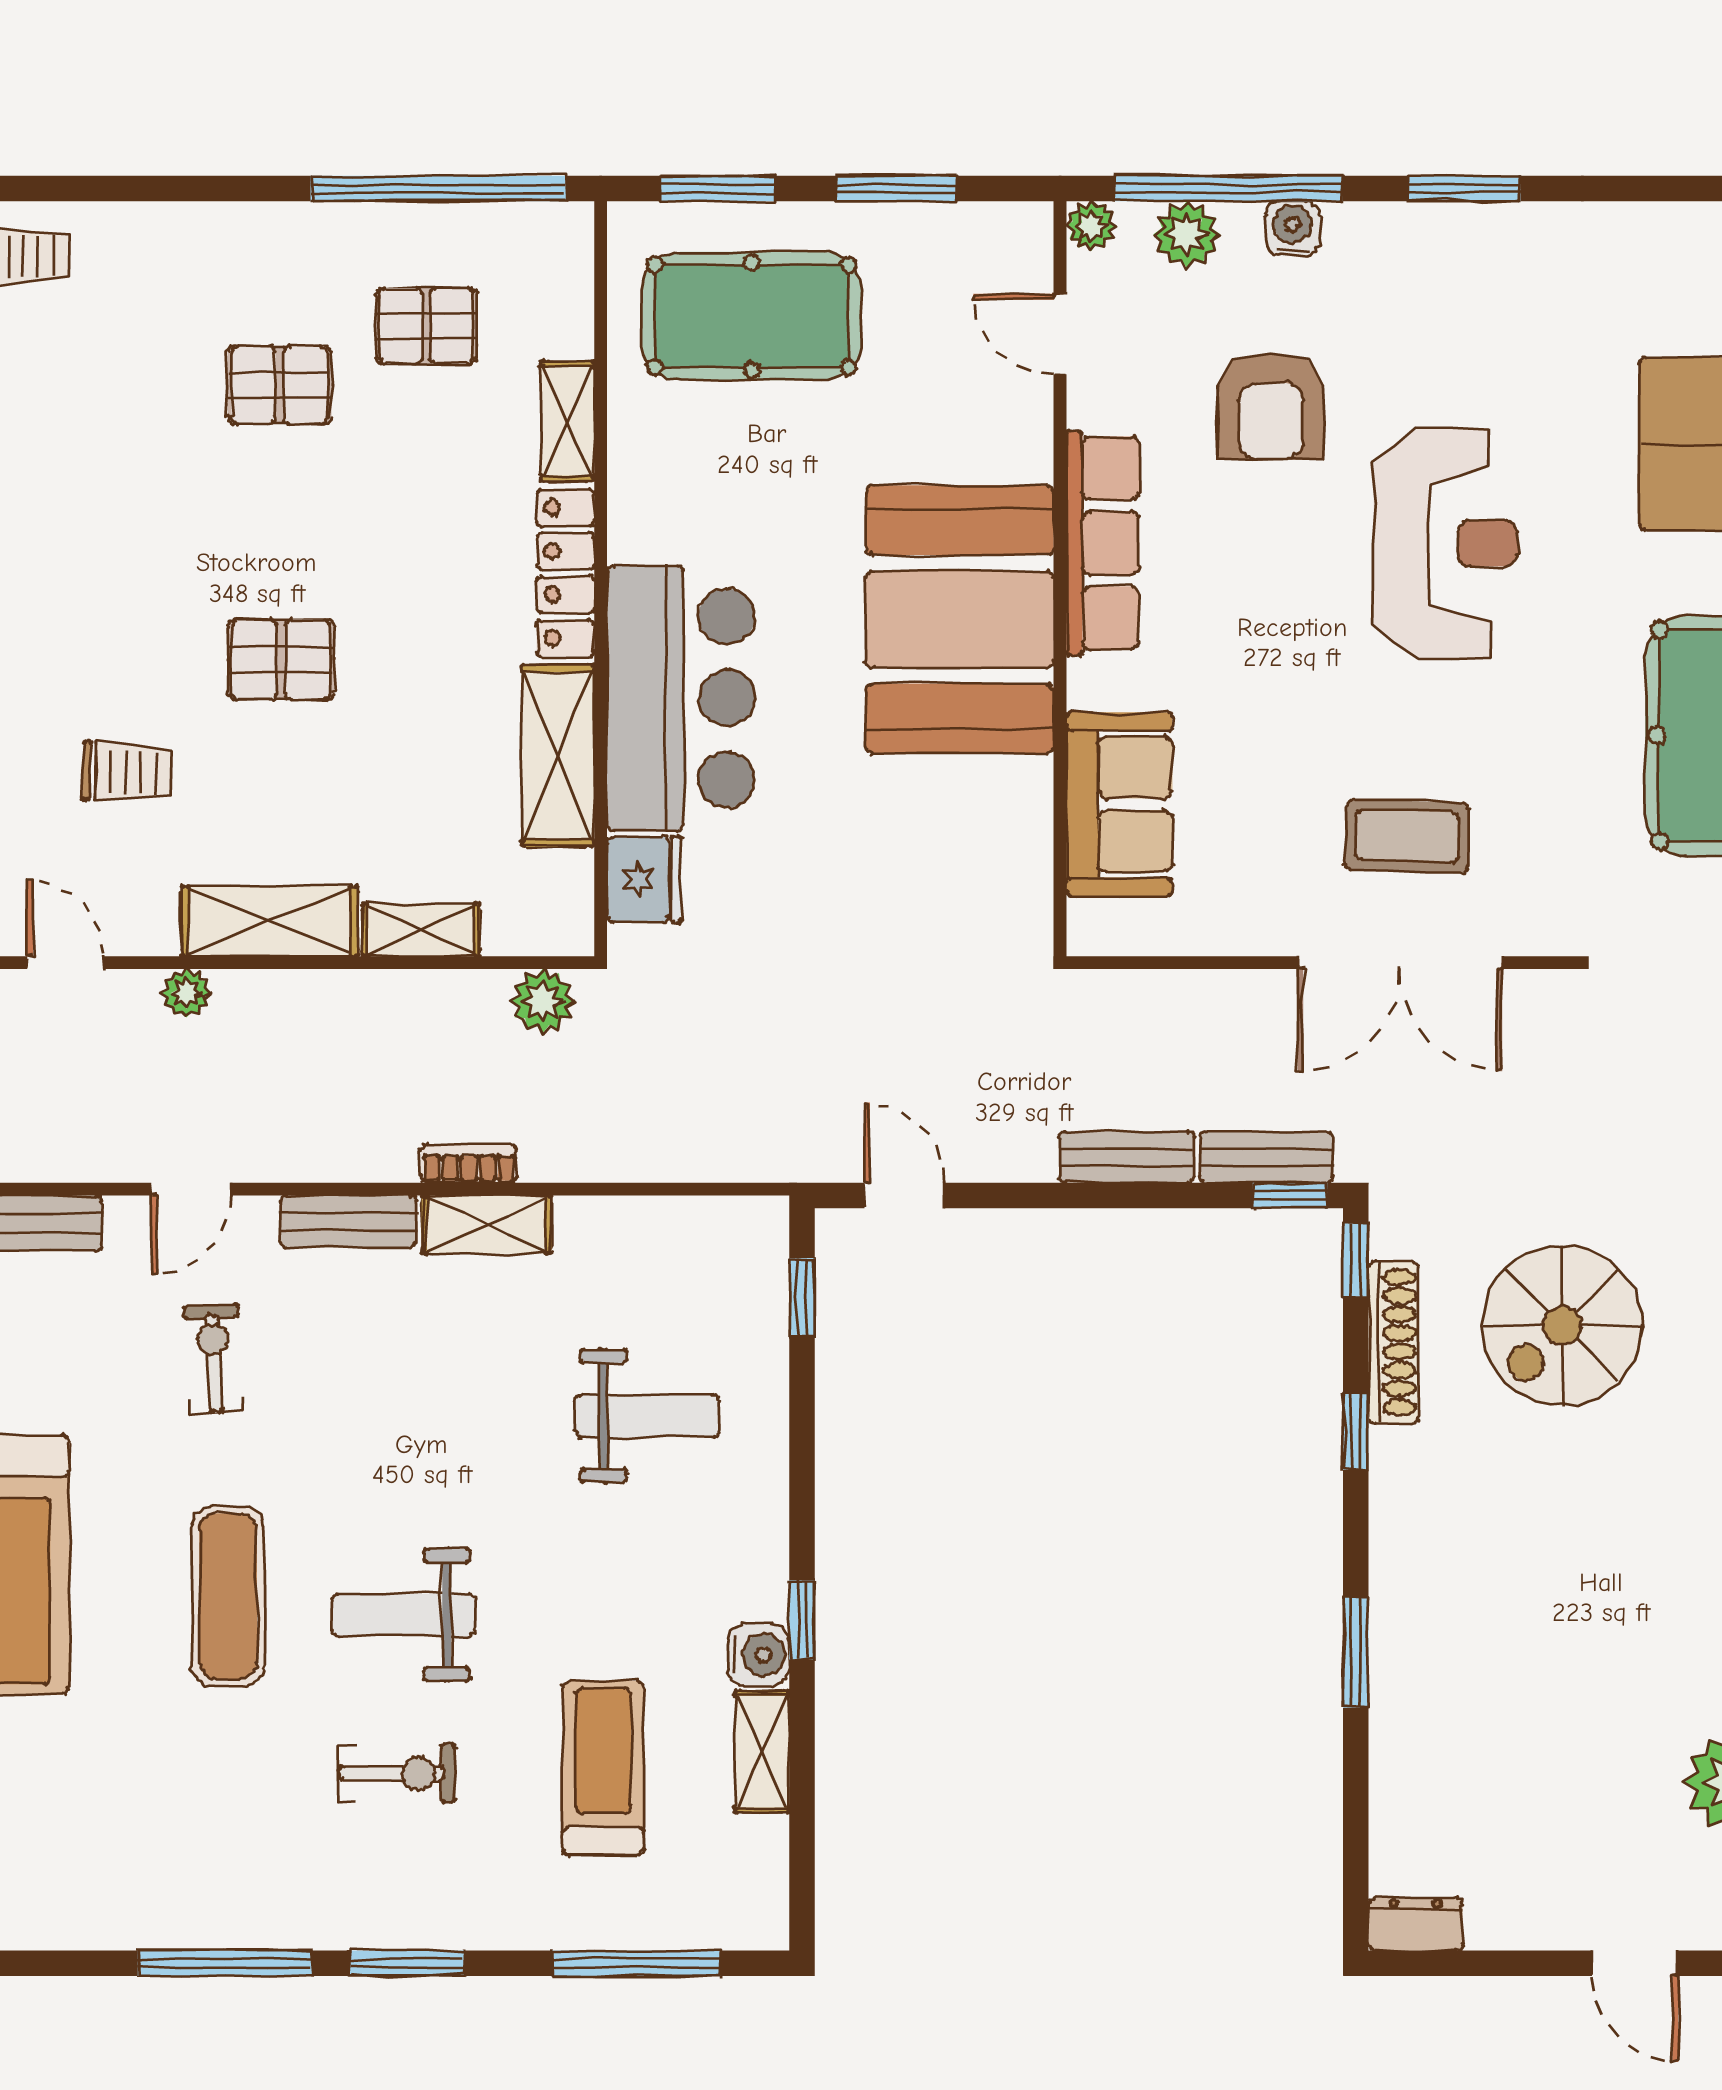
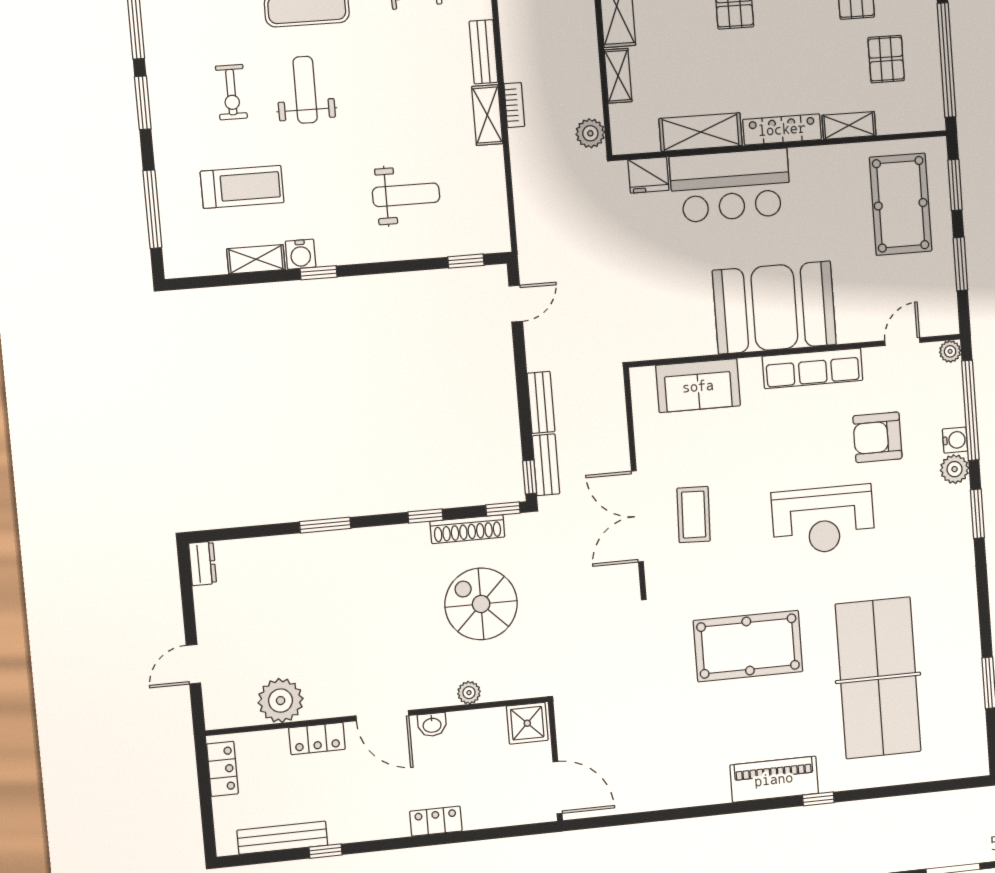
plant: (1187, 234) -> (955, 469), moved
weight bench: (647, 1416) -> (406, 195), turned -90

